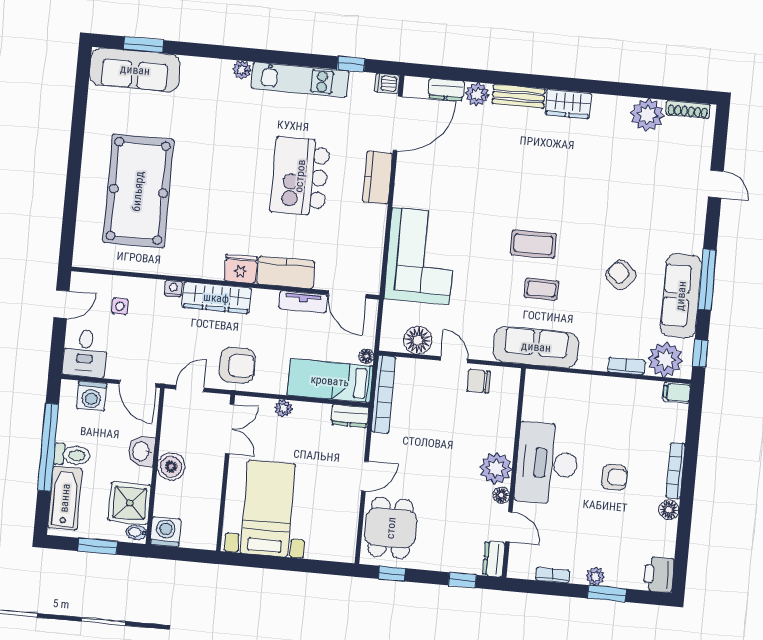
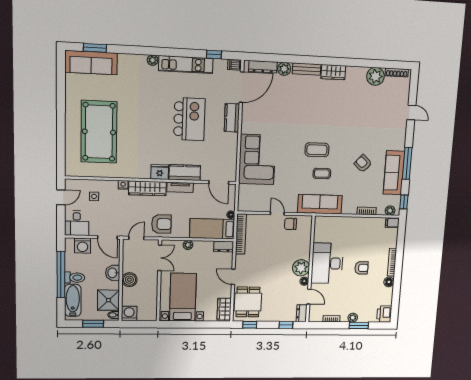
dresser: (446, 90) -> (263, 67), width x1.44
kitchen island: (300, 176) -> (189, 119), turned 180
tv unit: (303, 302) -> (180, 187), moved
floor lamp: (418, 340) -> (258, 204), removed
plant: (665, 359) -> (390, 211), width x0.53, depth x0.53
door: (365, 476) -> (233, 277), swing flipped
wardrobe: (344, 538) -> (224, 309), added

